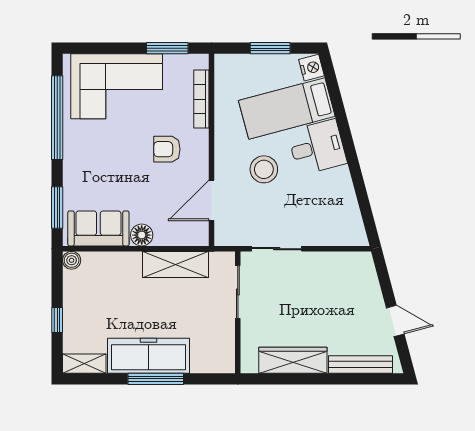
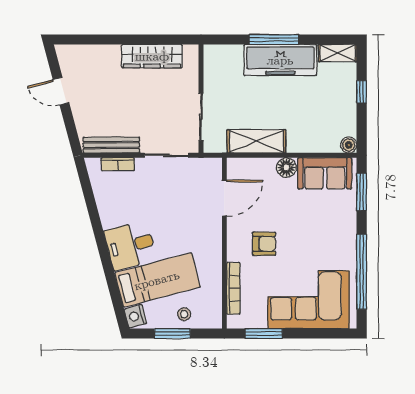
stool: (264, 169) -> (184, 314), moved, width x0.53, depth x0.53
bookcase: (331, 239) -> (118, 164), added
bench: (361, 364) -> (111, 145), moved

